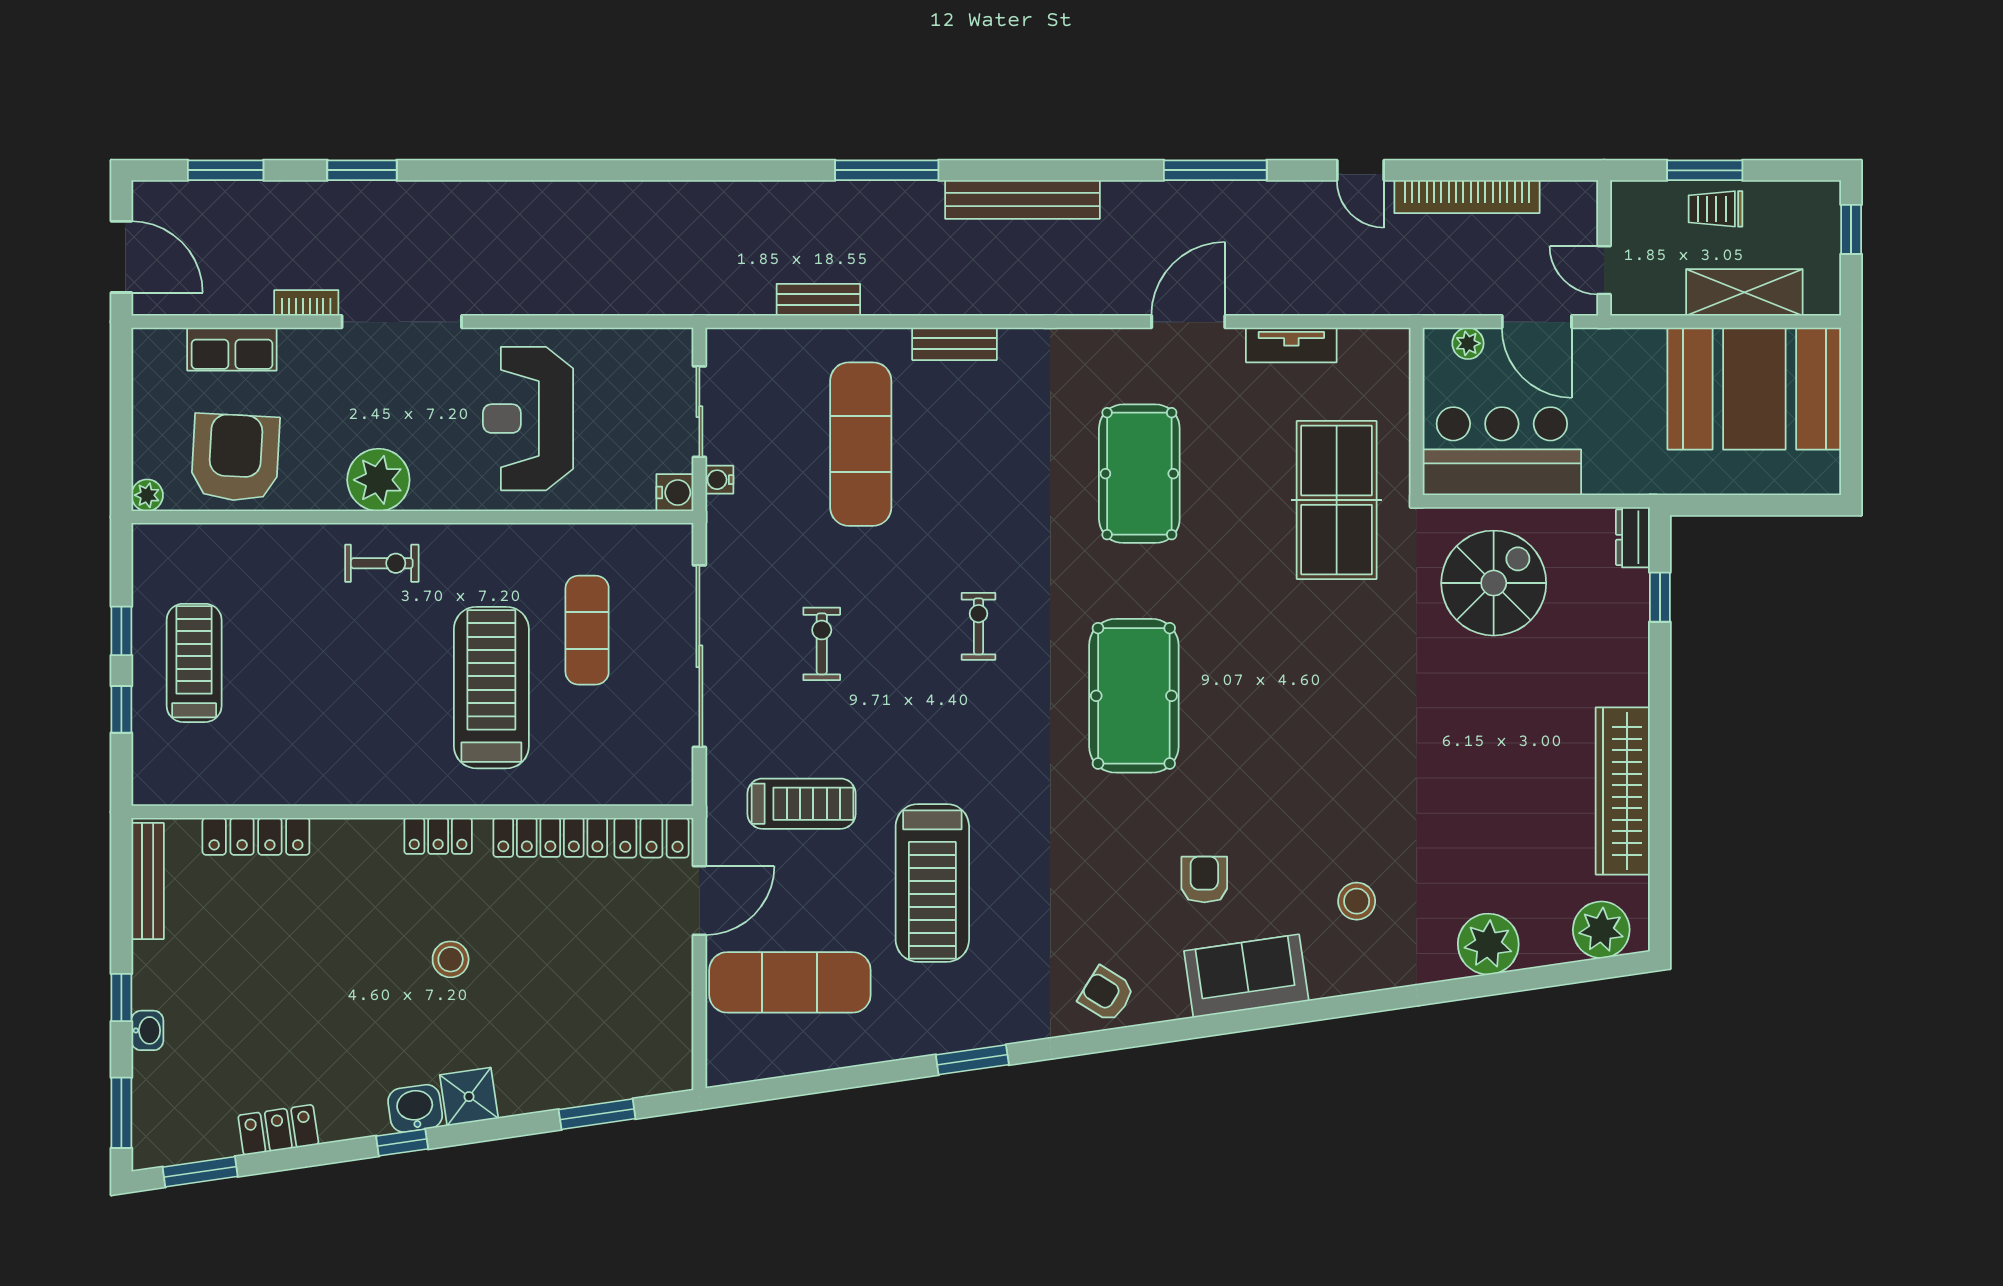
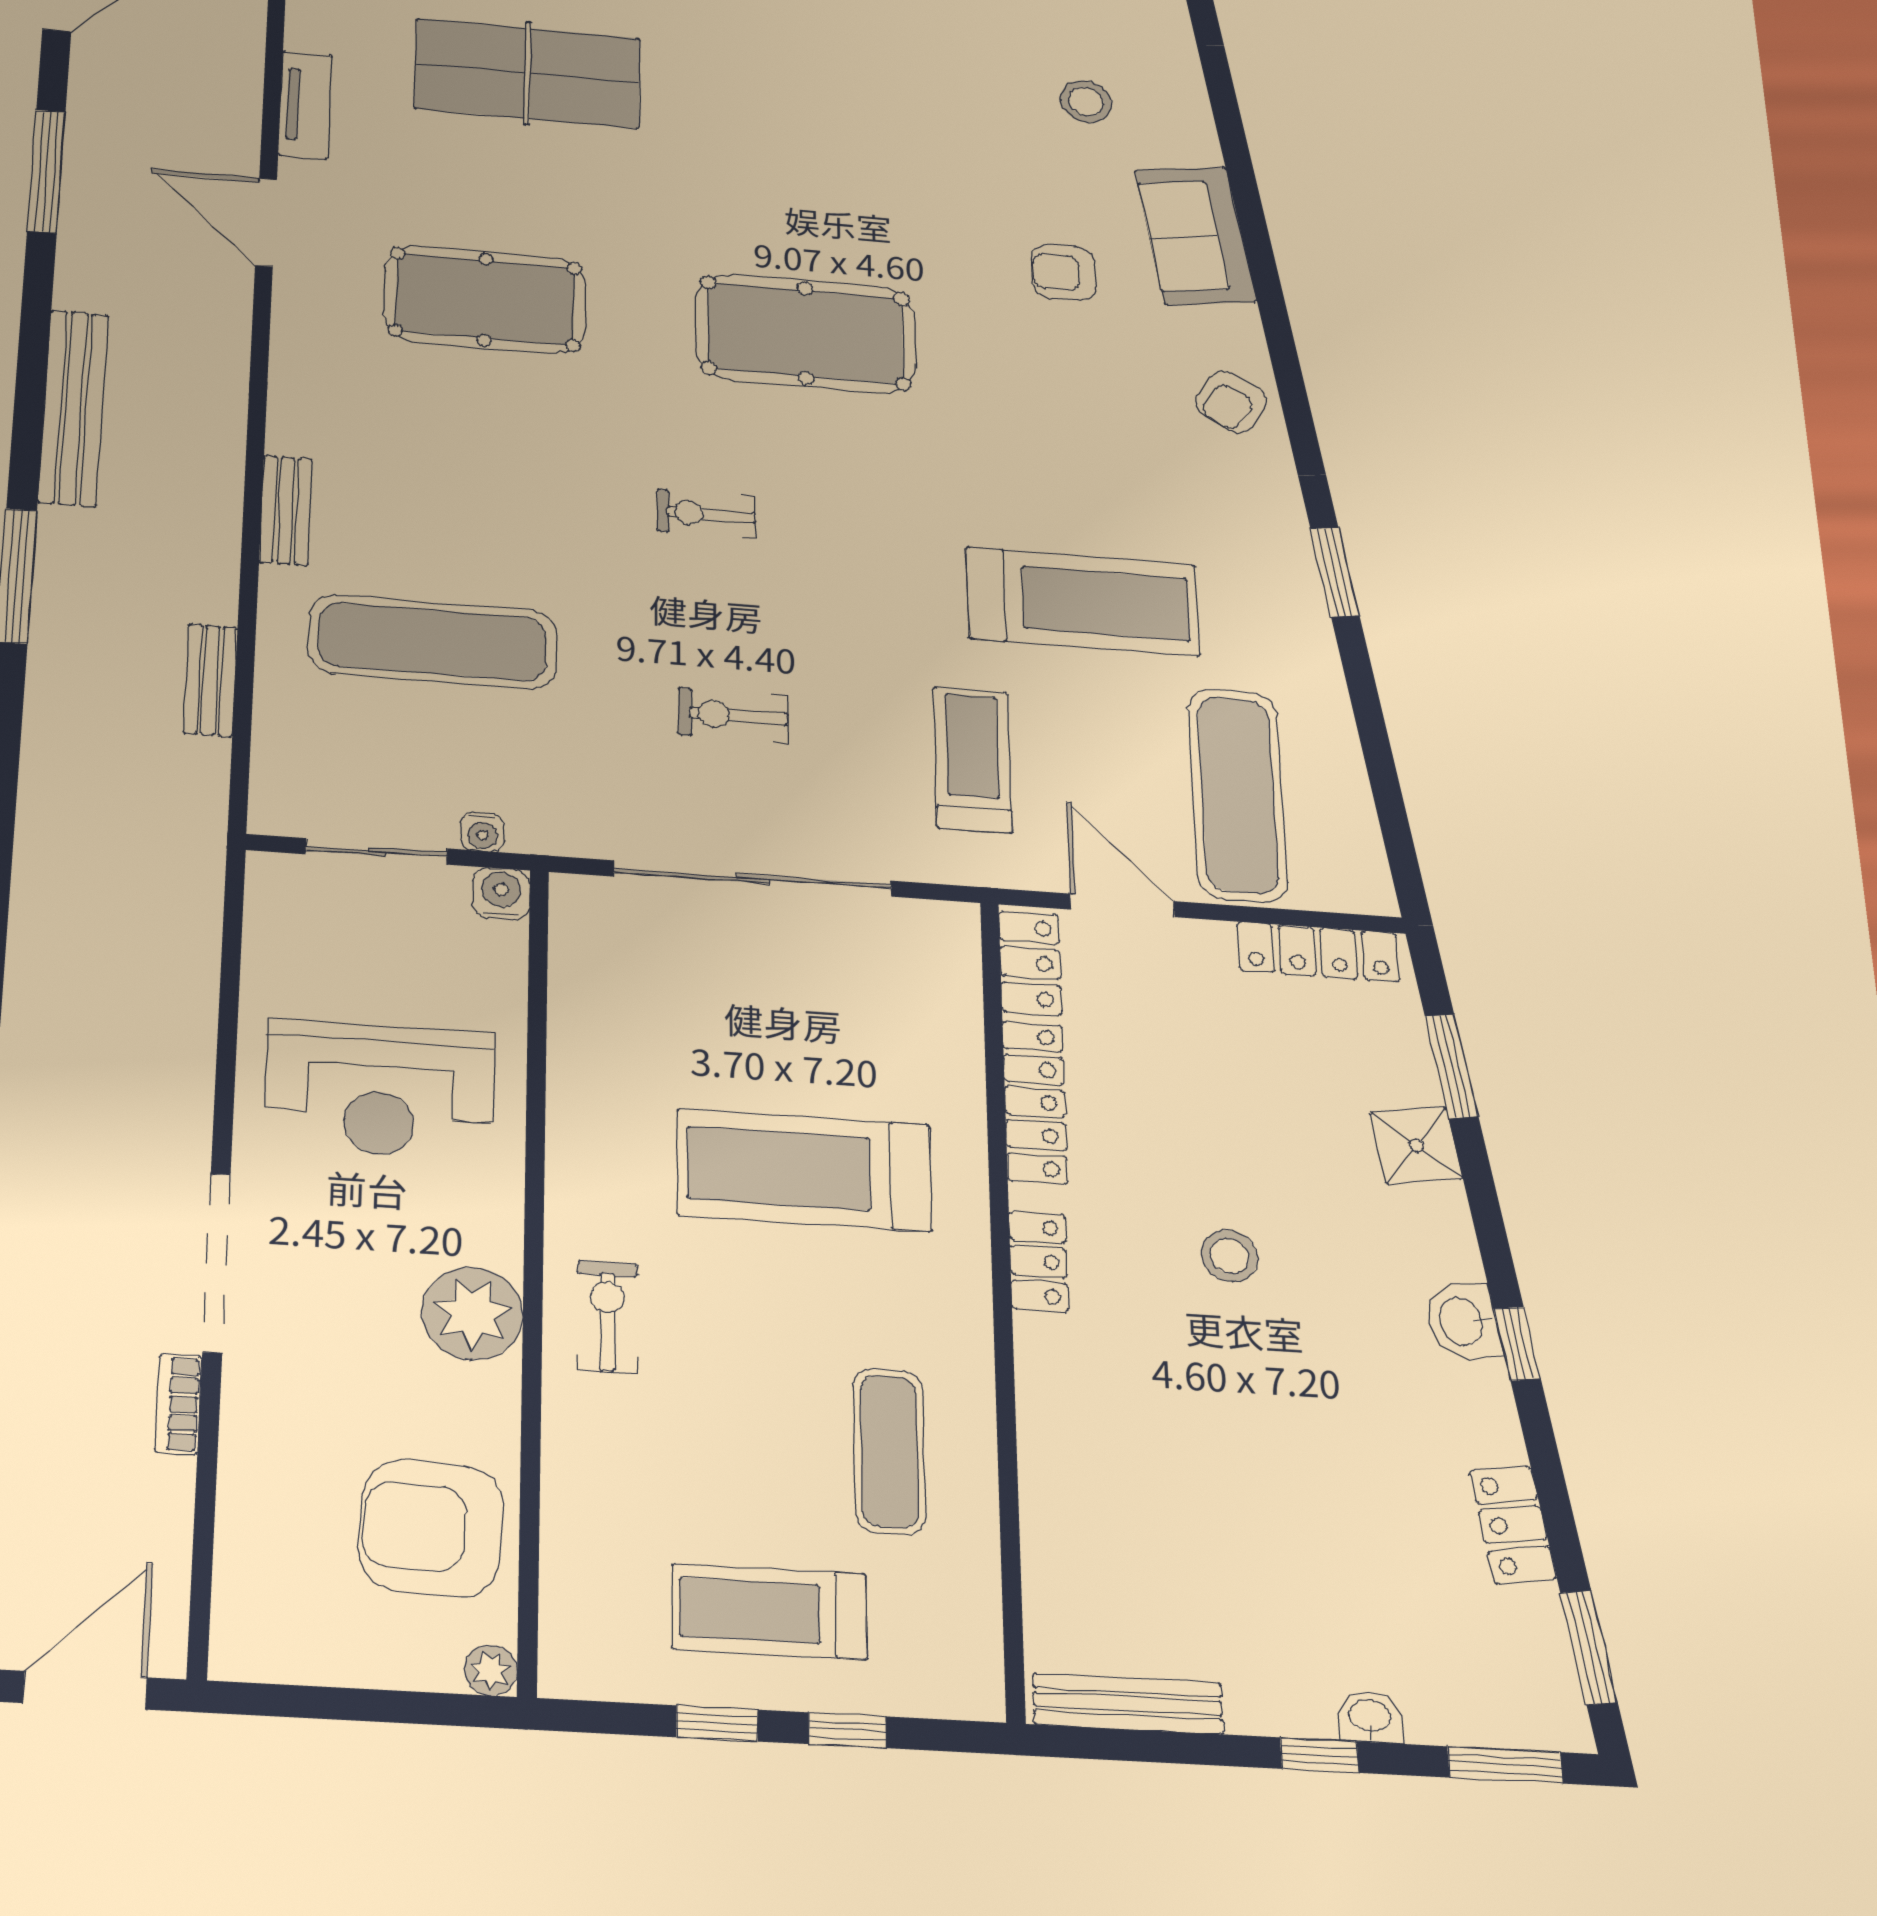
row of seats: (232, 349) -> (250, 1523), removed
exercise mat: (587, 630) -> (889, 1451), moved, turned 90
locker: (256, 836) -> (1318, 952), moved, turned 90
shower: (469, 1097) -> (1416, 1146), moved

